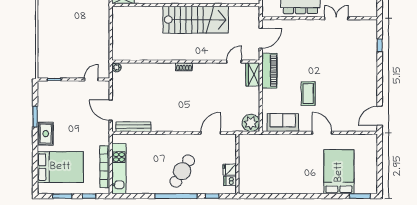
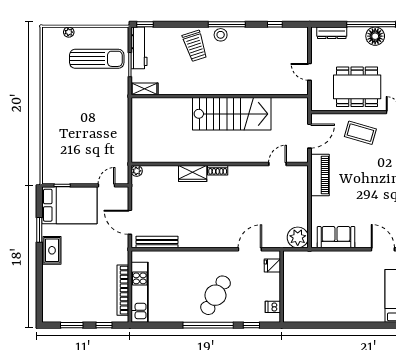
wardrobe: (253, 74) -> (193, 174), moved, turned -90
coffee table: (308, 94) -> (360, 133), moved, turned -74
bed: (60, 167) -> (69, 205), moved
fridge: (230, 170) -> (272, 266), moved

